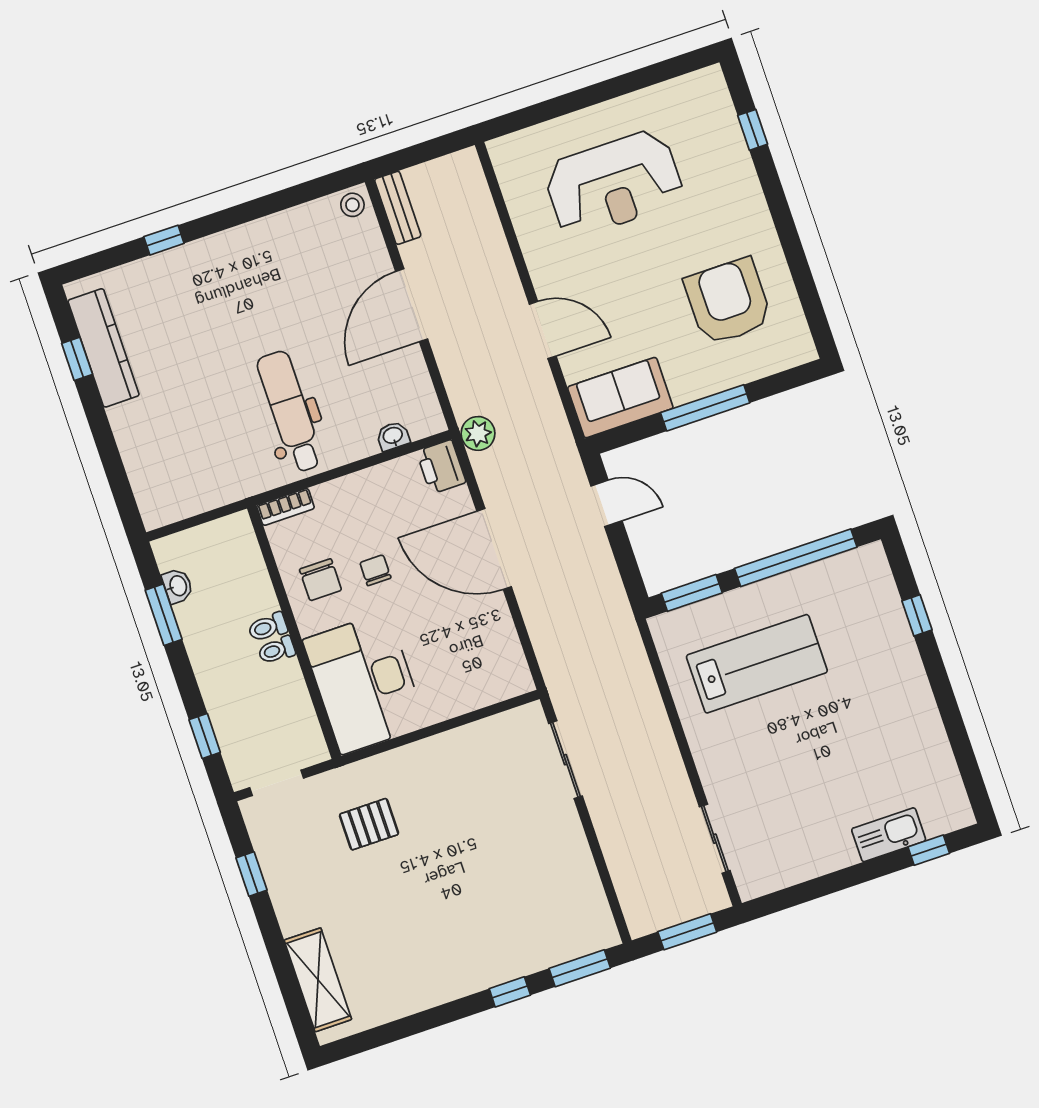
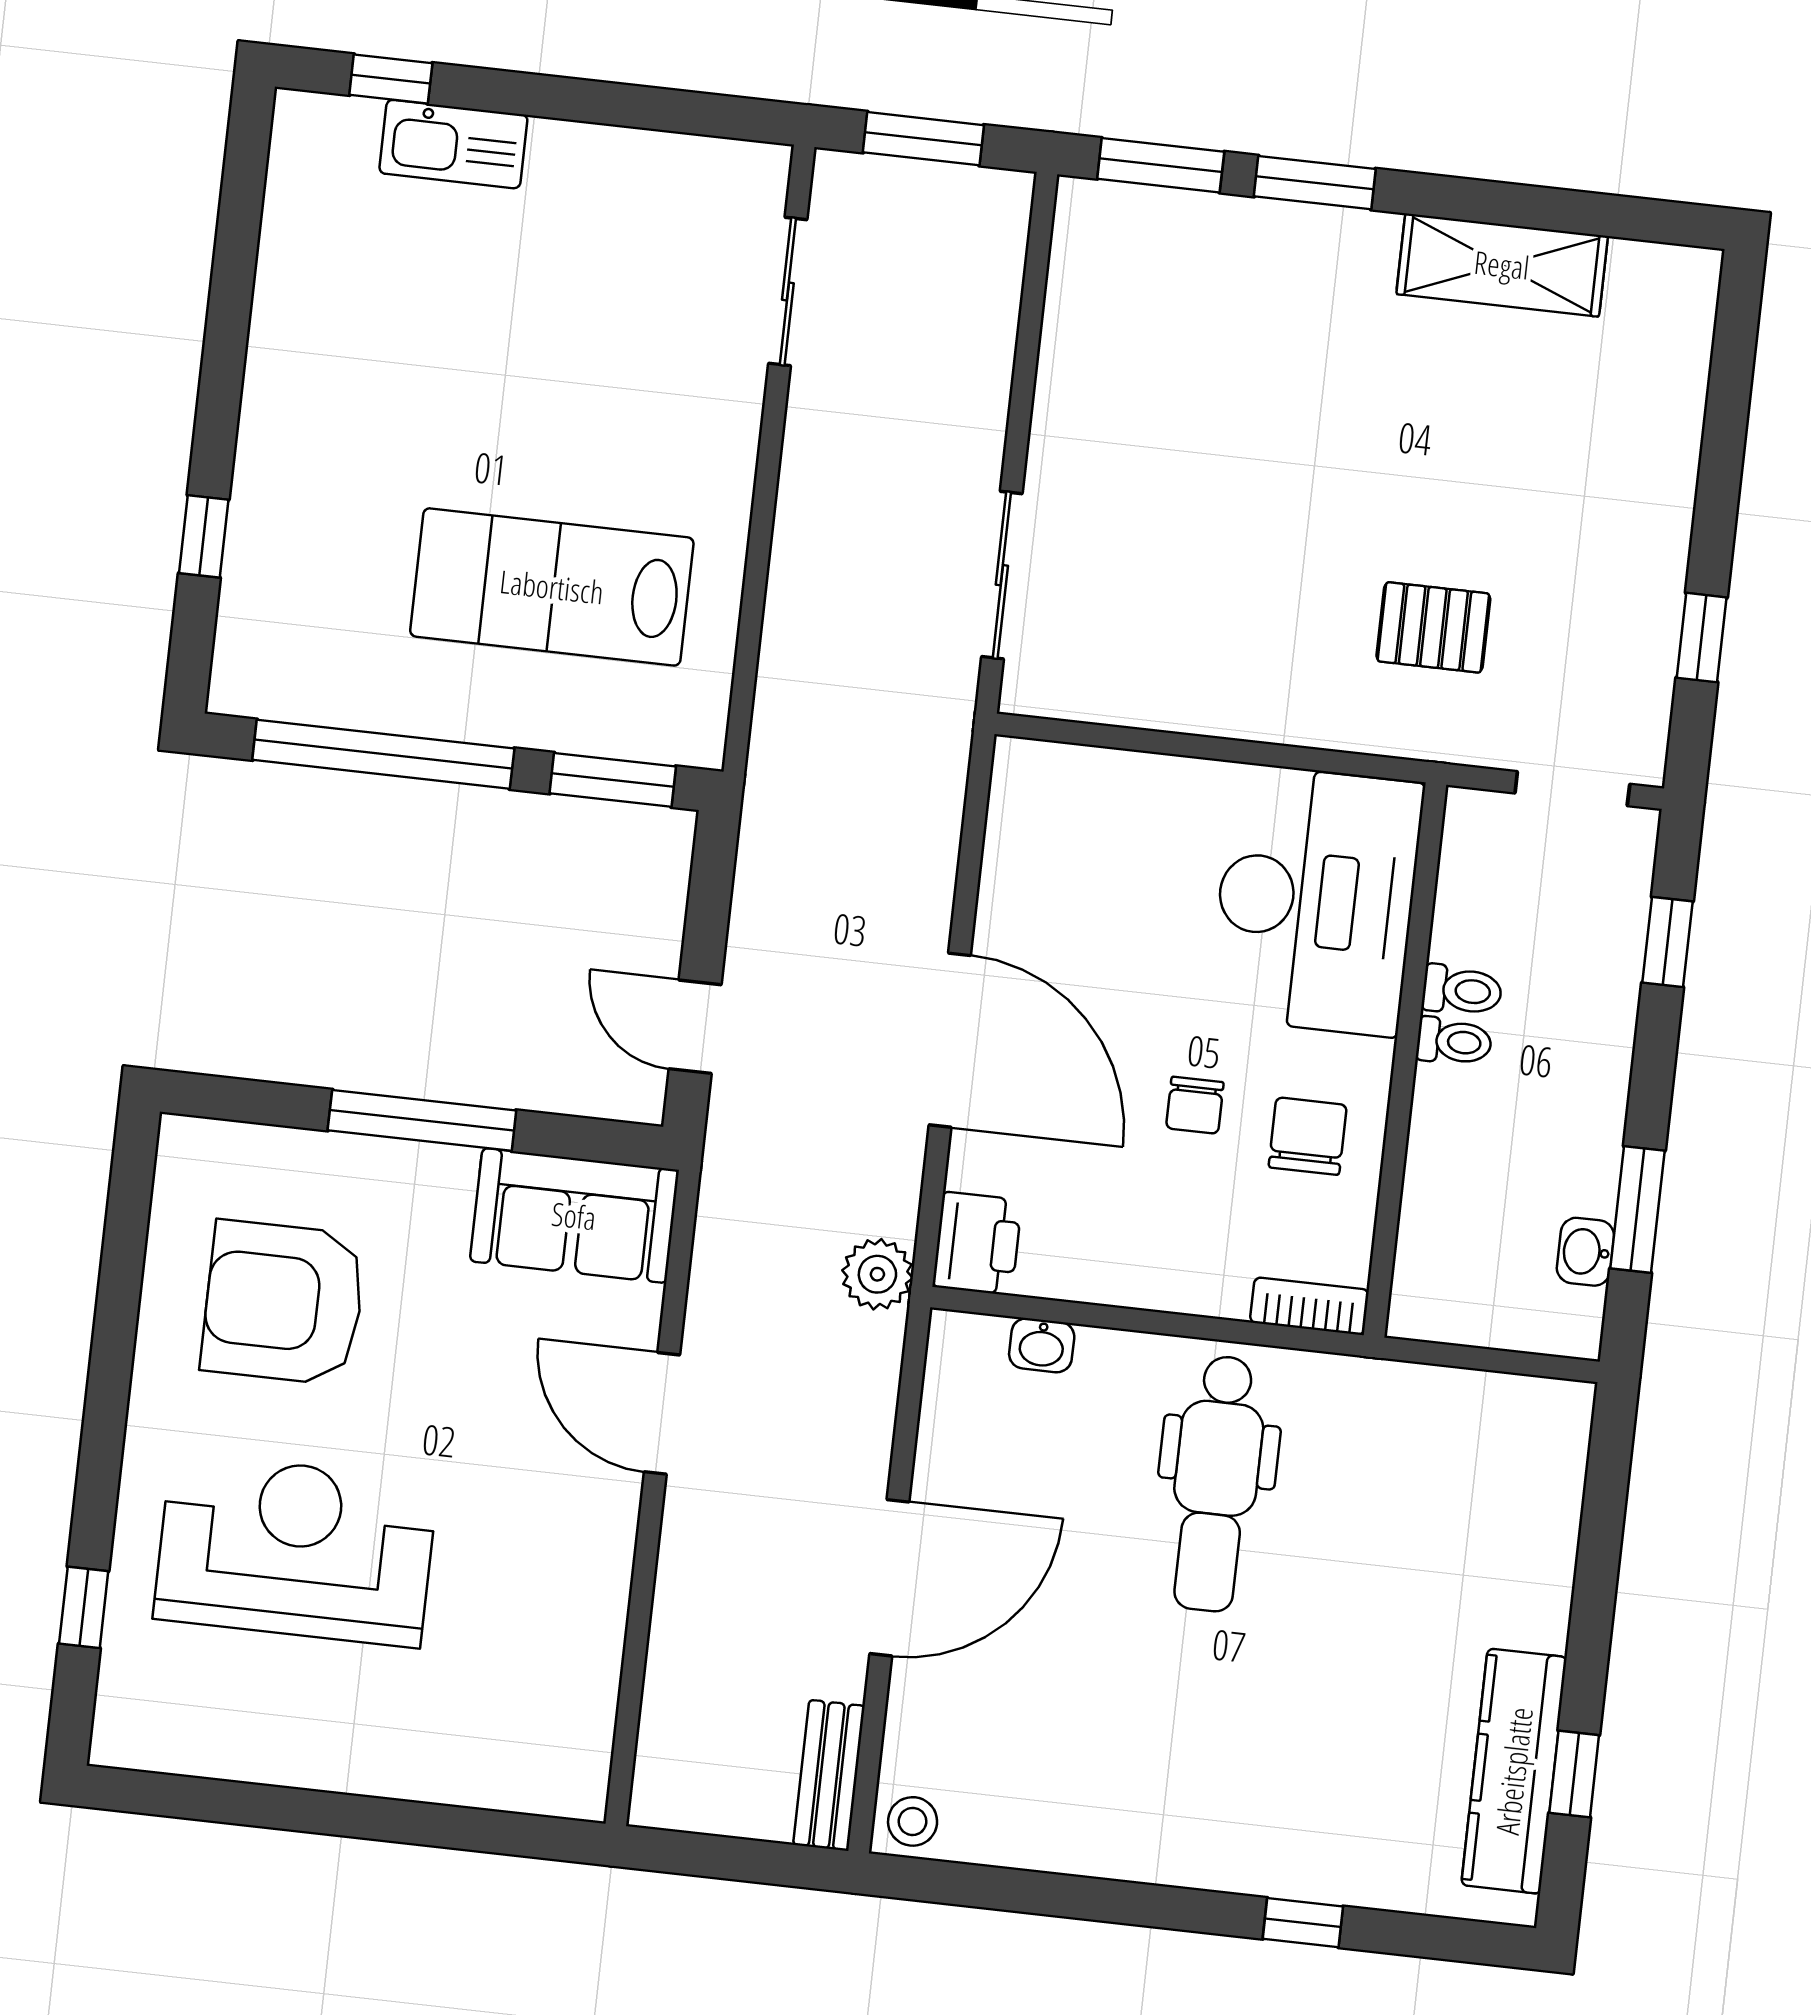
reception desk: (614, 184) -> (296, 1550), moved
armchair: (728, 301) -> (284, 1303), turned 90
toilet: (268, 627) -> (1462, 990), moved
shelving: (318, 980) -> (1502, 265), moved, turned 90
window: (510, 992) -> (1315, 183), width x1.50

